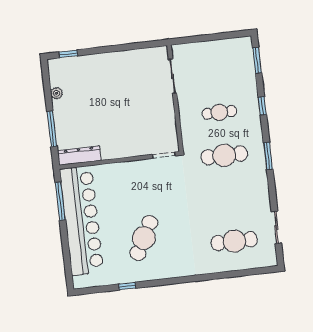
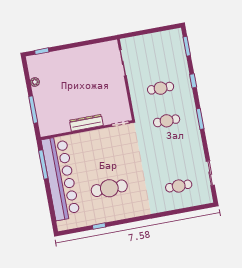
cafe table: (224, 155) -> (167, 121), width x0.73, depth x0.74
dresser: (79, 156) -> (86, 123), moved
cafe table: (144, 238) -> (109, 188), turned 62
cafe table: (234, 241) -> (179, 186), width x0.73, depth x0.74

